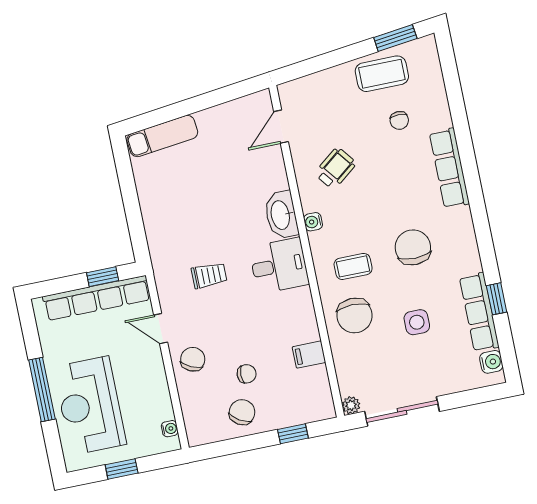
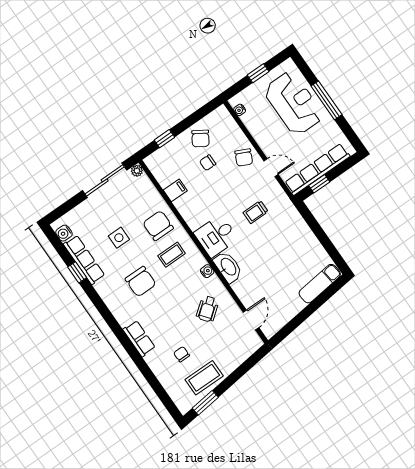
row of seats: (449, 168) -> (139, 339), width x0.68

